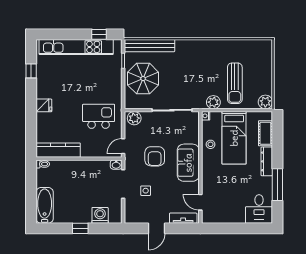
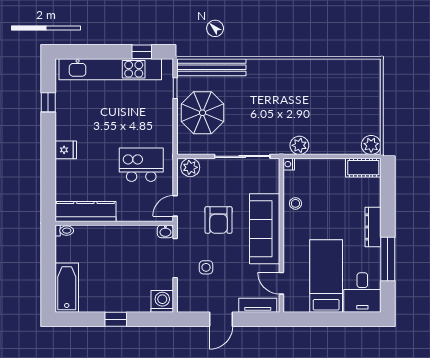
sun lounger: (235, 83) -> (329, 119), removed
cot: (265, 133) -> (363, 168), moved, turned 90
bed: (234, 138) -> (326, 276), moved, turned 180
sofa: (188, 163) -> (265, 229), width x1.36
washing machine: (100, 215) -> (162, 301), moved

